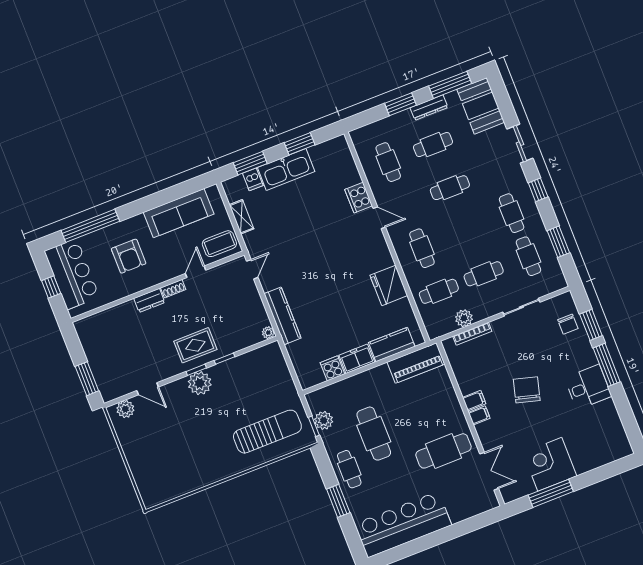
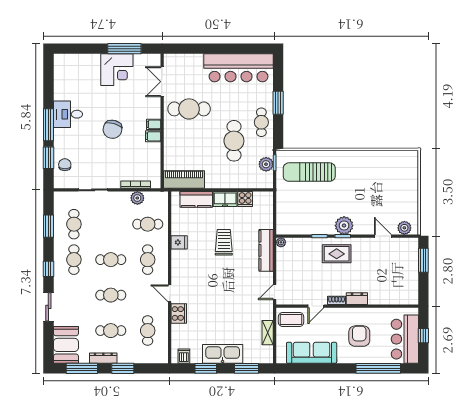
dishwasher: (253, 179) -> (184, 356), moved
cafe table: (484, 274) -> (111, 260), moved
fridge: (389, 285) -> (179, 242), width x0.53, depth x0.75
trolley: (338, 305) -> (224, 242), added

